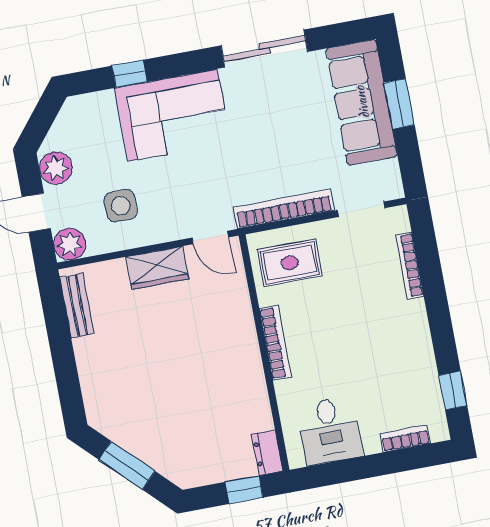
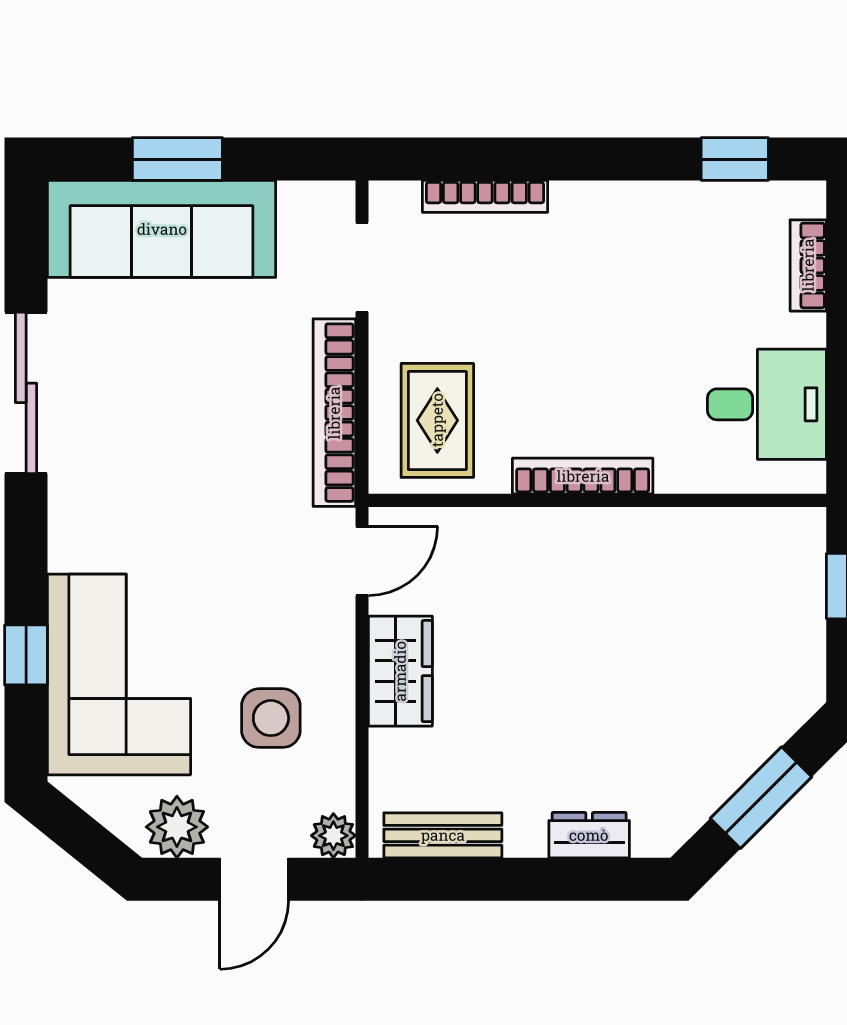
corner sofa: (172, 115) -> (119, 674), moved
plant: (70, 244) -> (333, 836), width x0.73, depth x0.73
dresser: (267, 453) -> (589, 835), moved, turned 180

